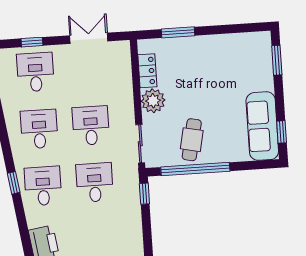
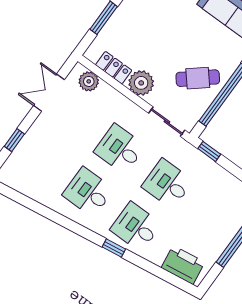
plant: (122, 61) -> (89, 81), added
desk: (35, 72) -> (40, 157), removed
cafe table: (192, 140) -> (198, 78), turned -52

